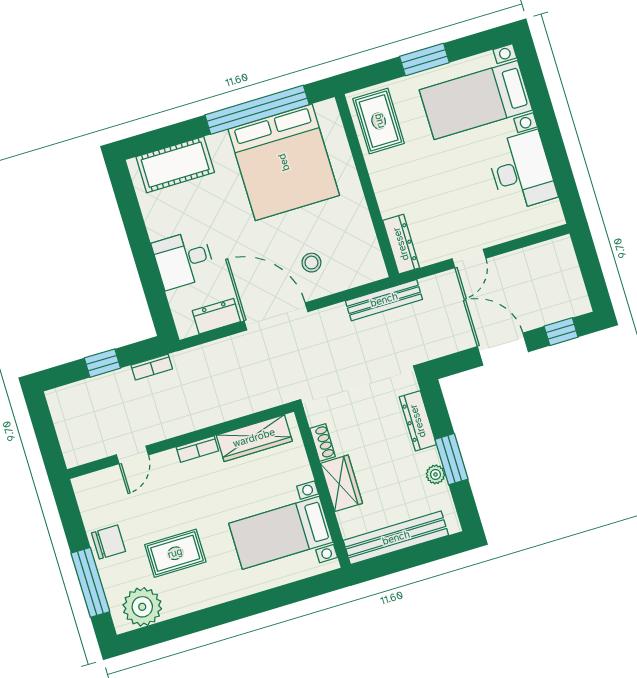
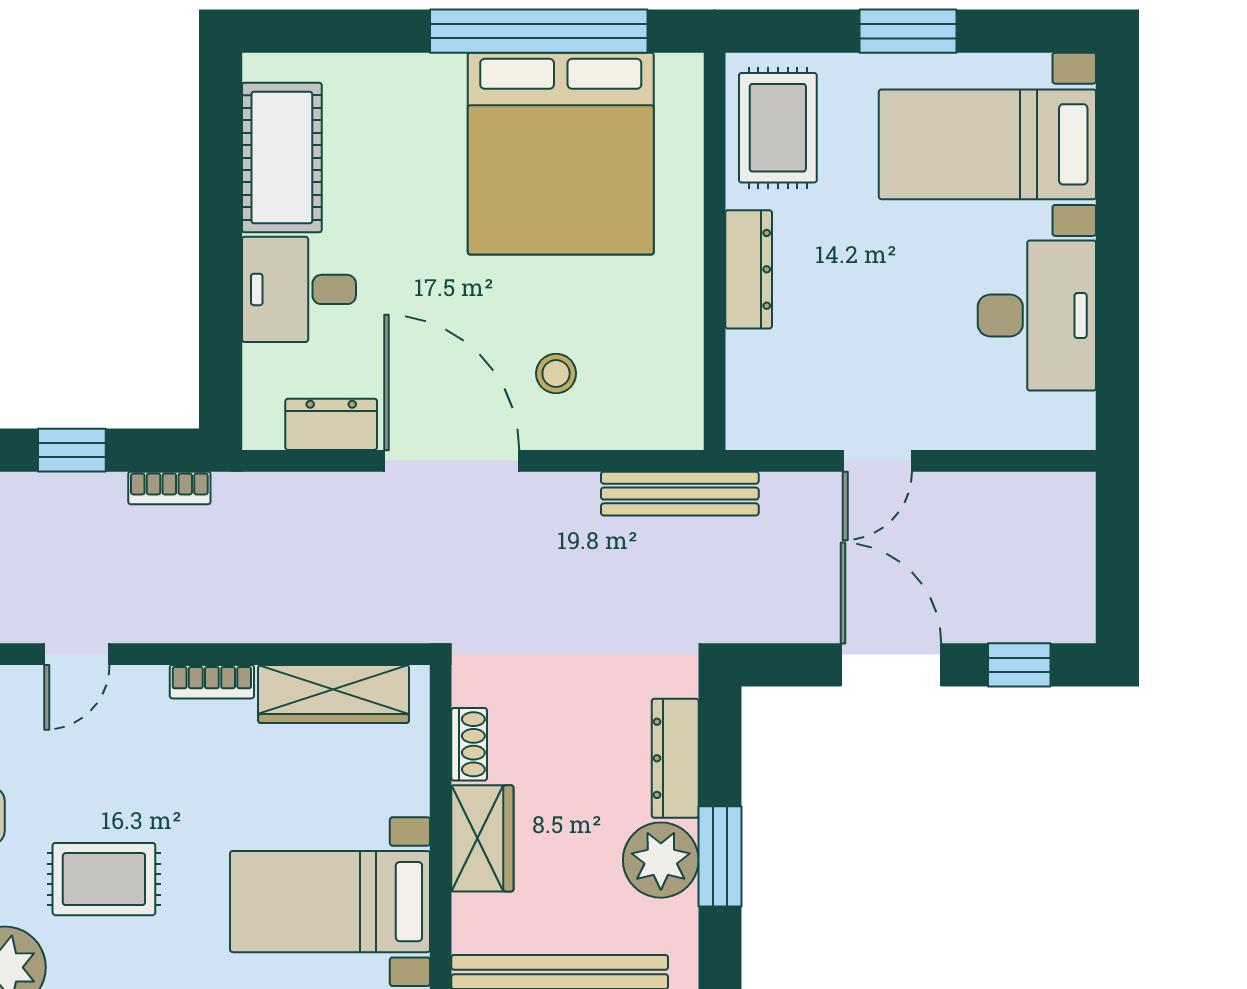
cot: (175, 165) -> (282, 158), moved, turned 90
dresser: (401, 244) -> (749, 269), moved
plant: (435, 474) -> (661, 860), width x1.88, depth x1.88

